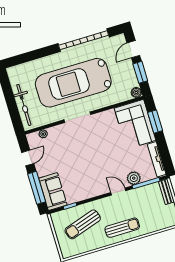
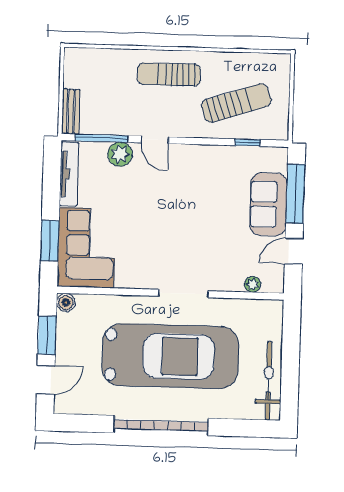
garage door: (84, 40) -> (161, 426), moved
bicycle: (24, 105) -> (269, 381), moved
sofa: (53, 192) -> (268, 204), moved

